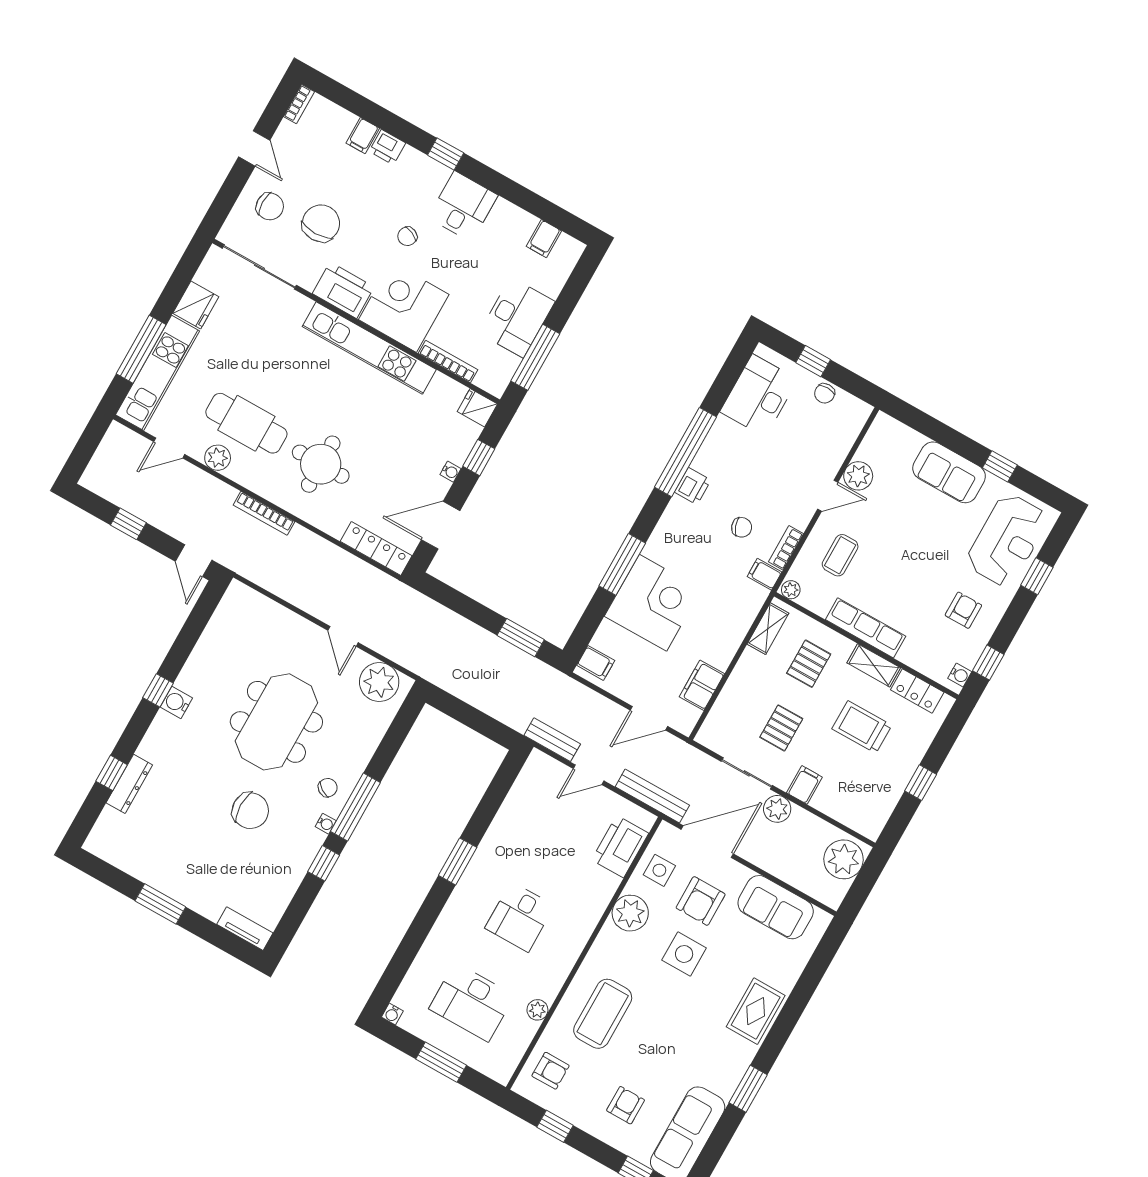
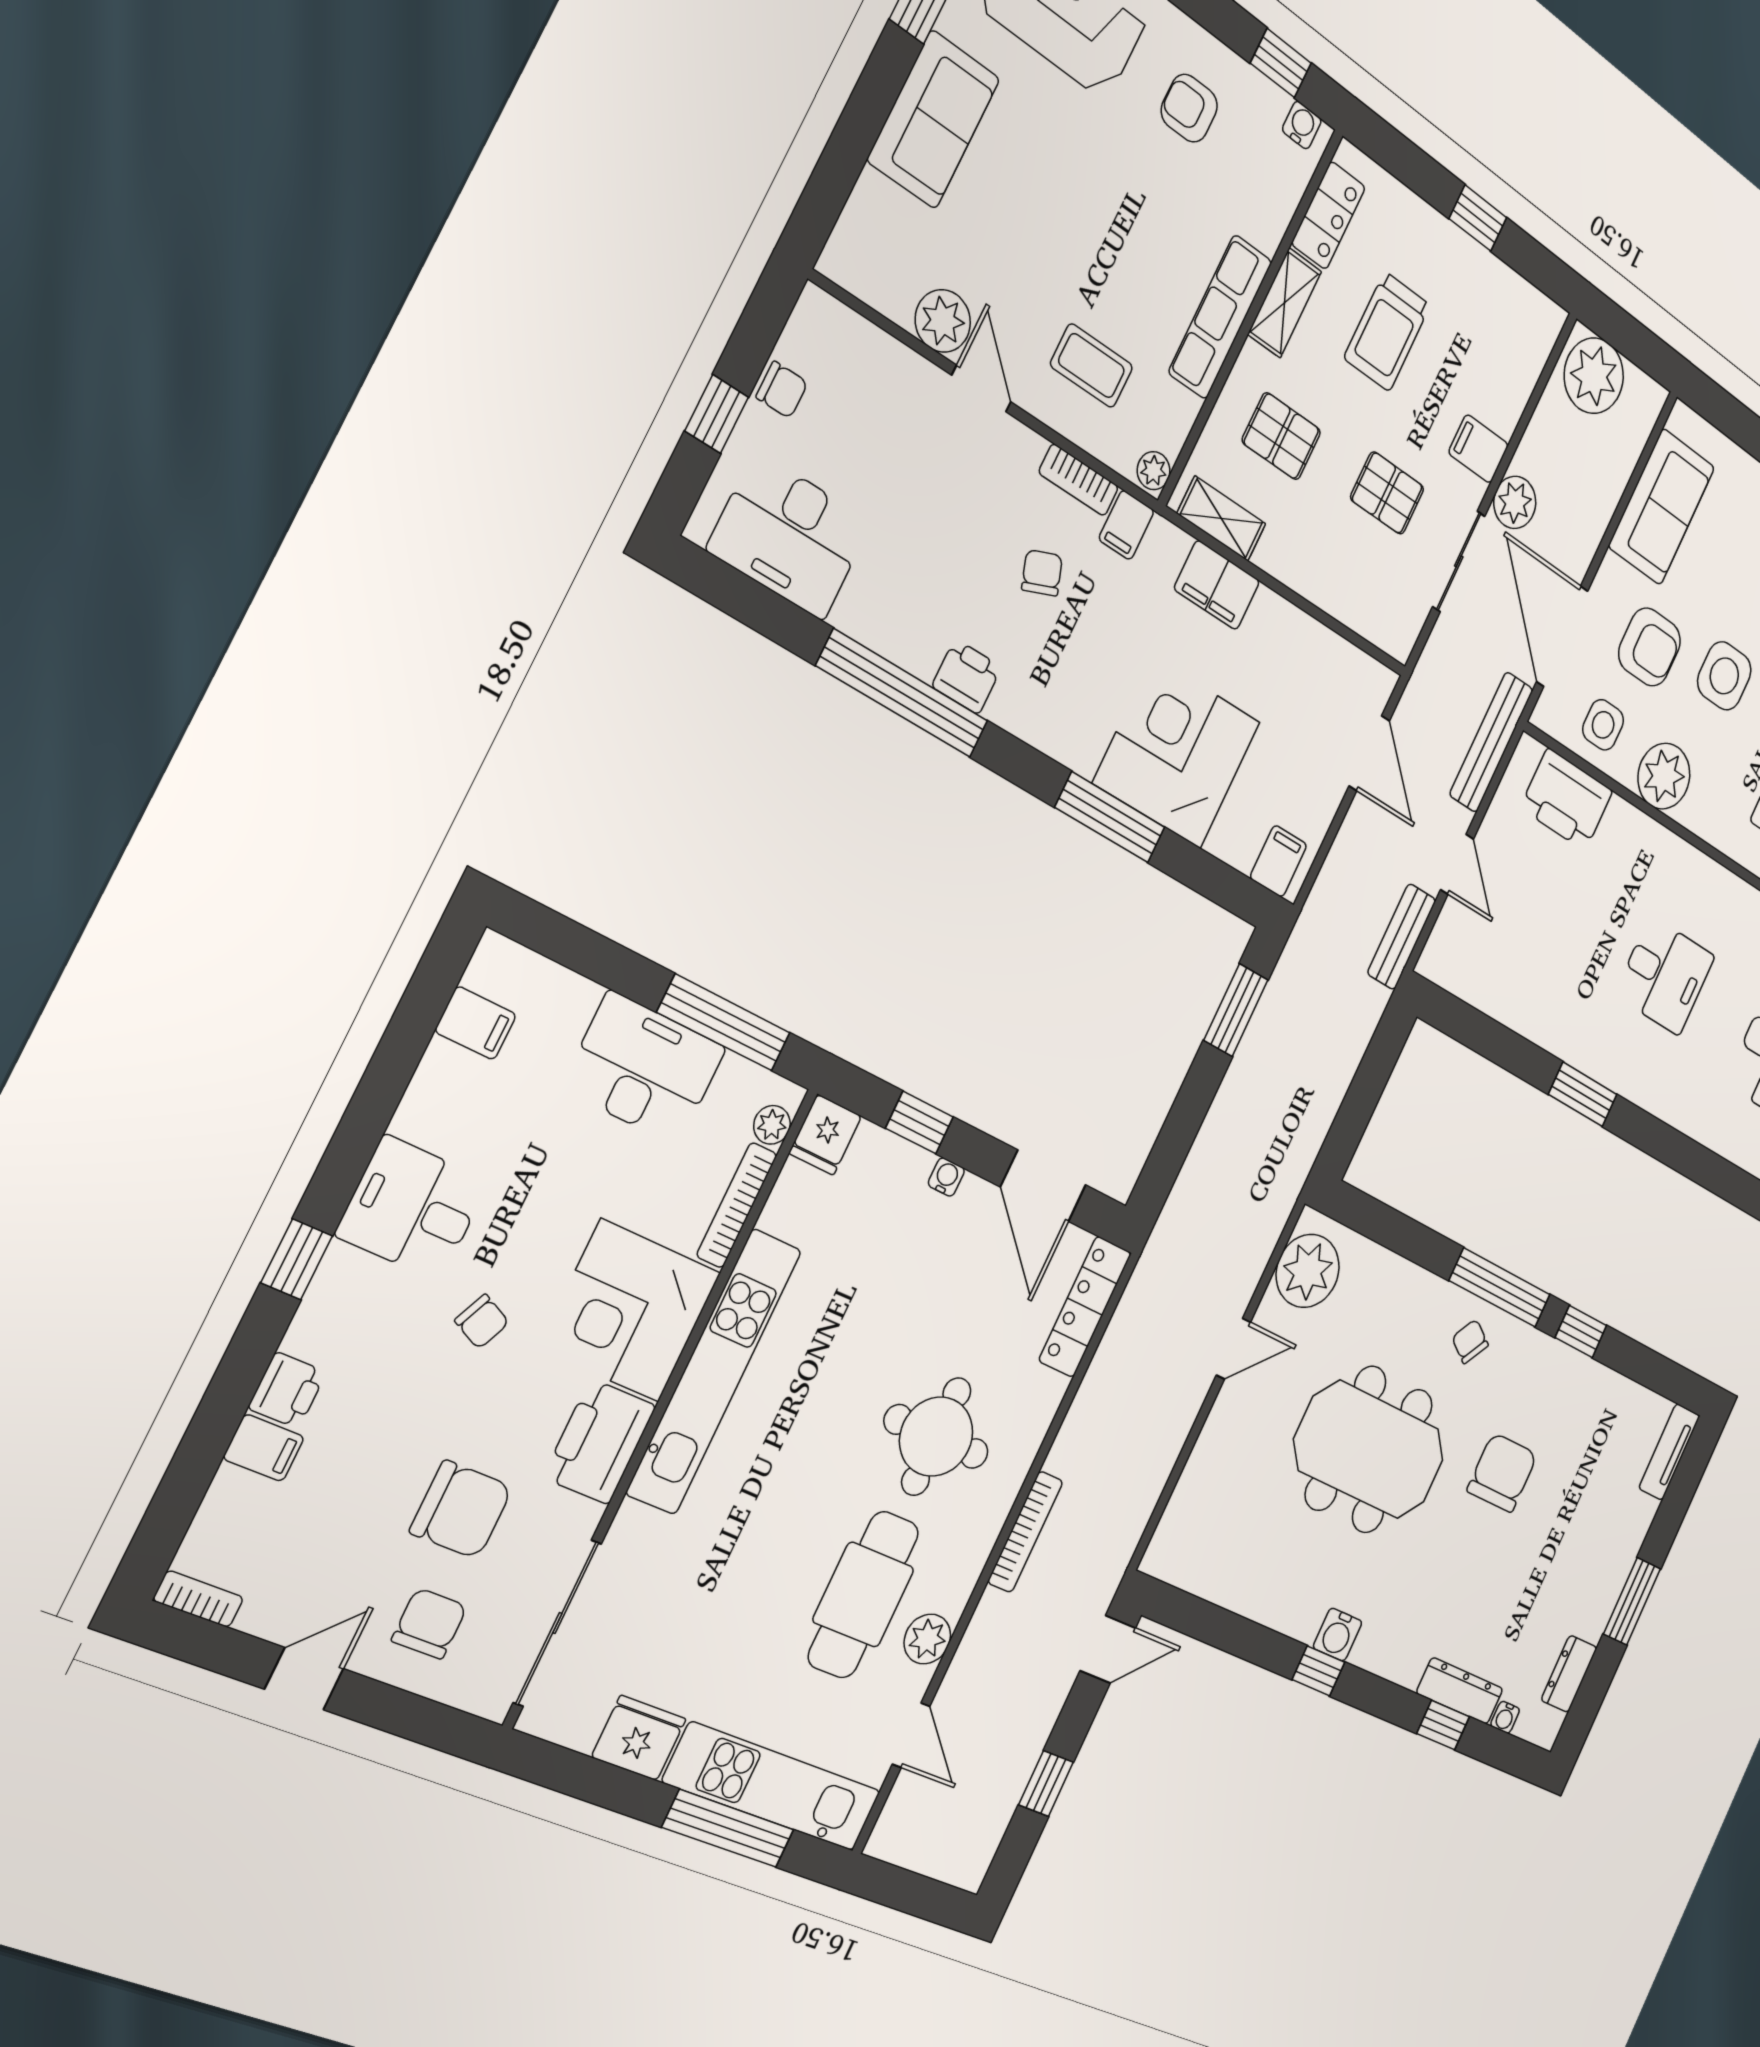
chair: (321, 223) -> (461, 1510), turned 180
plant: (485, 380) -> (772, 1125), added
filing cabinet: (702, 685) -> (1217, 585), moved
water cooler: (326, 824) -> (1505, 1717), moved, turned 180
dresser: (125, 860) -> (1569, 1674), added

